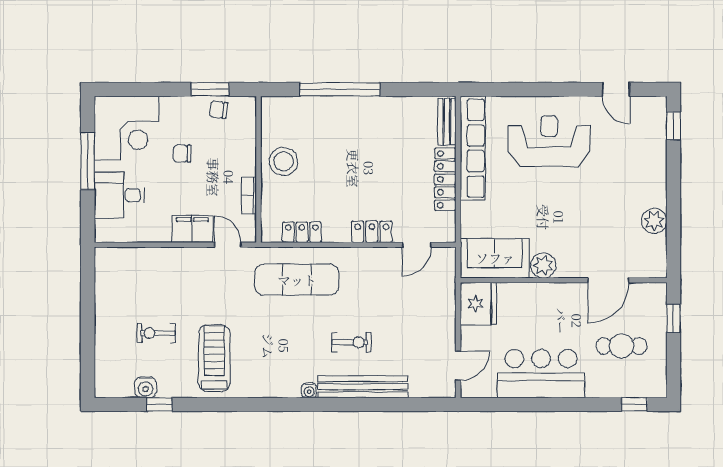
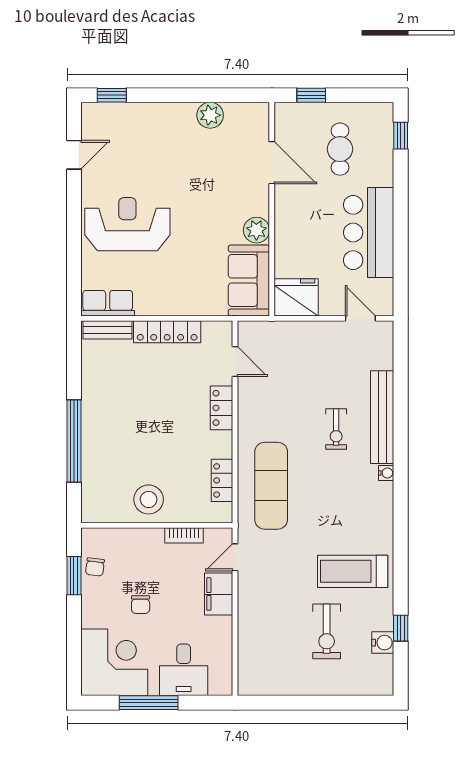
reception desk: (549, 141) -> (127, 224), turned 90
row of seats: (473, 148) -> (108, 303), width x0.50
exercise bike: (156, 333) -> (327, 631), width x1.38, depth x1.39
exercise bike: (352, 342) -> (336, 429), turned 180

